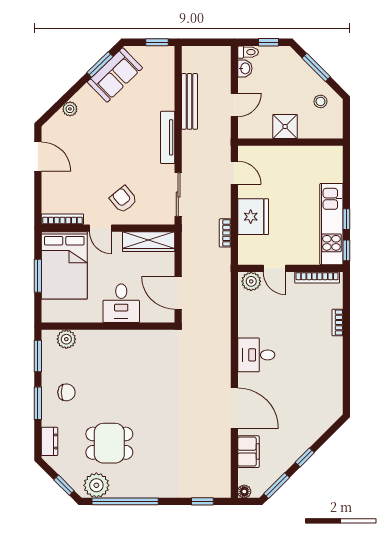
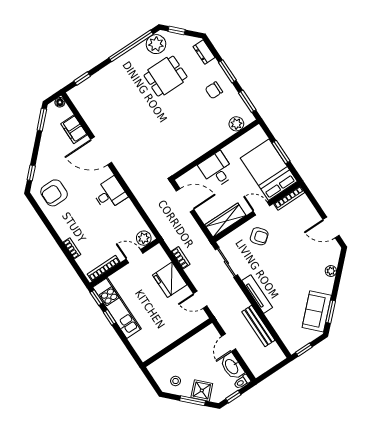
washbasin: (245, 68) -> (232, 366), width x1.91, depth x1.45
shower: (285, 127) -> (202, 390), moved, turned 45
armchair: (317, 396) -> (54, 193), added
window: (305, 457) -> (31, 173), moved

